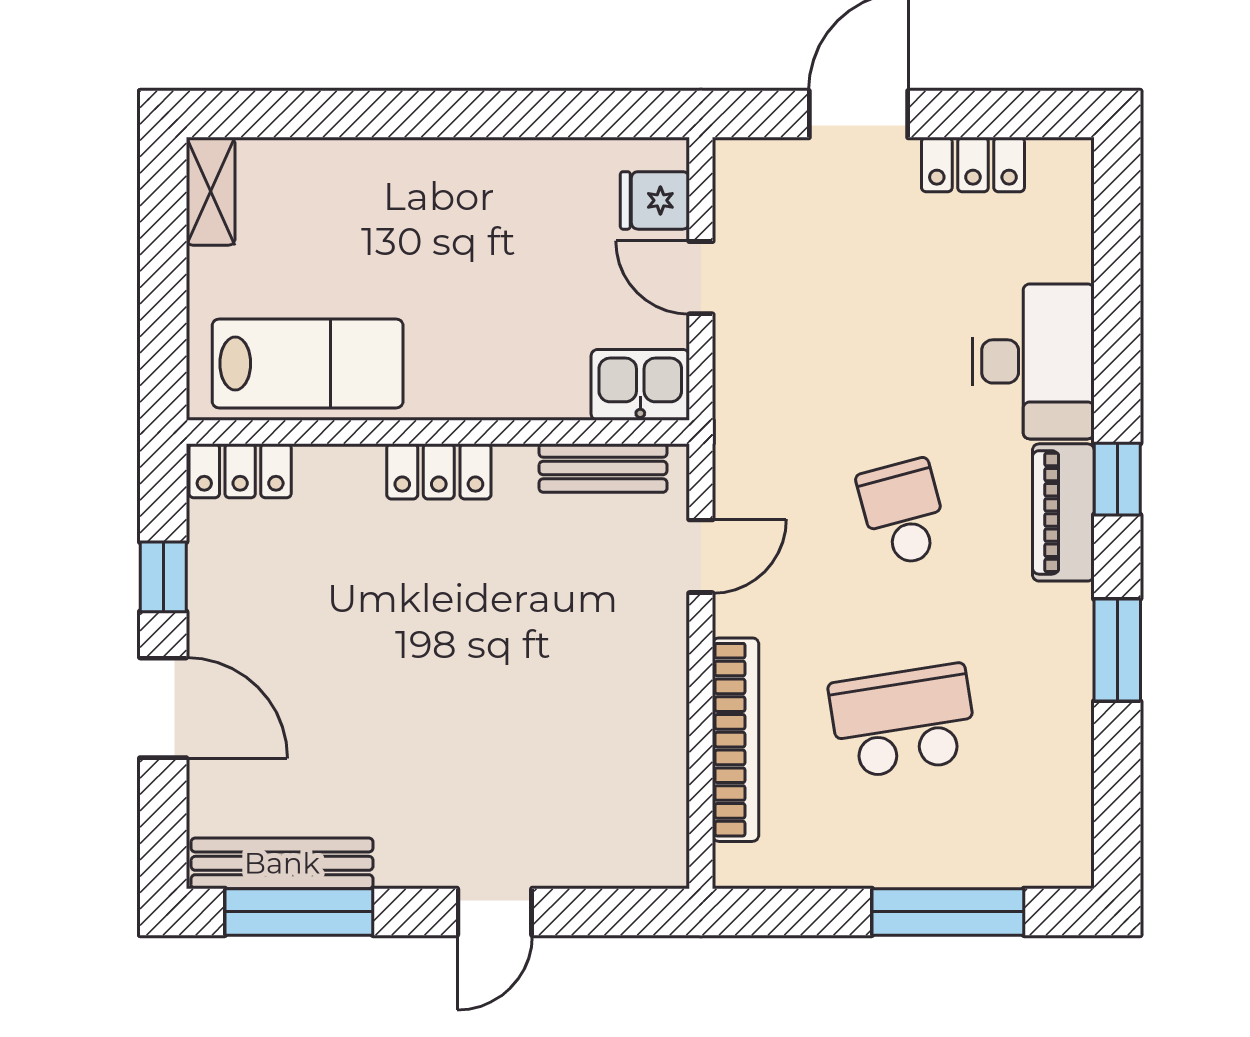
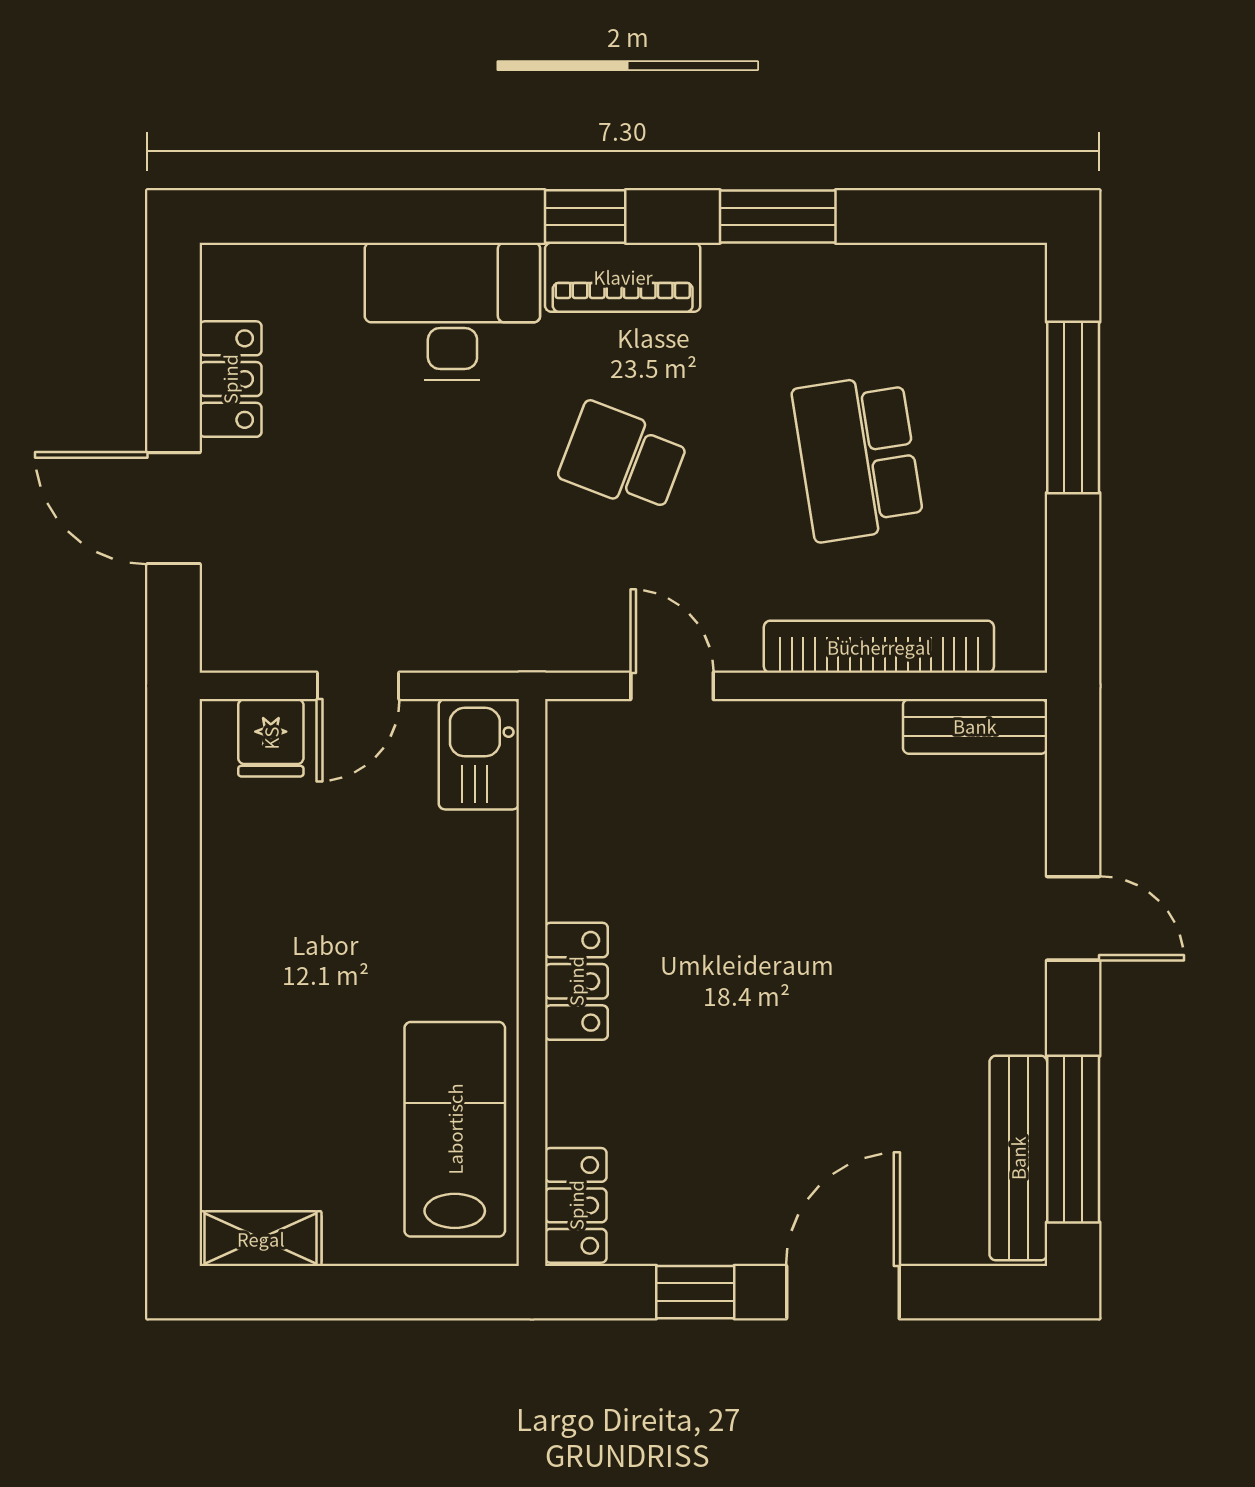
bench: (603, 468) -> (975, 726), moved, turned 90
school desk: (903, 513) -> (623, 458), turned 36

